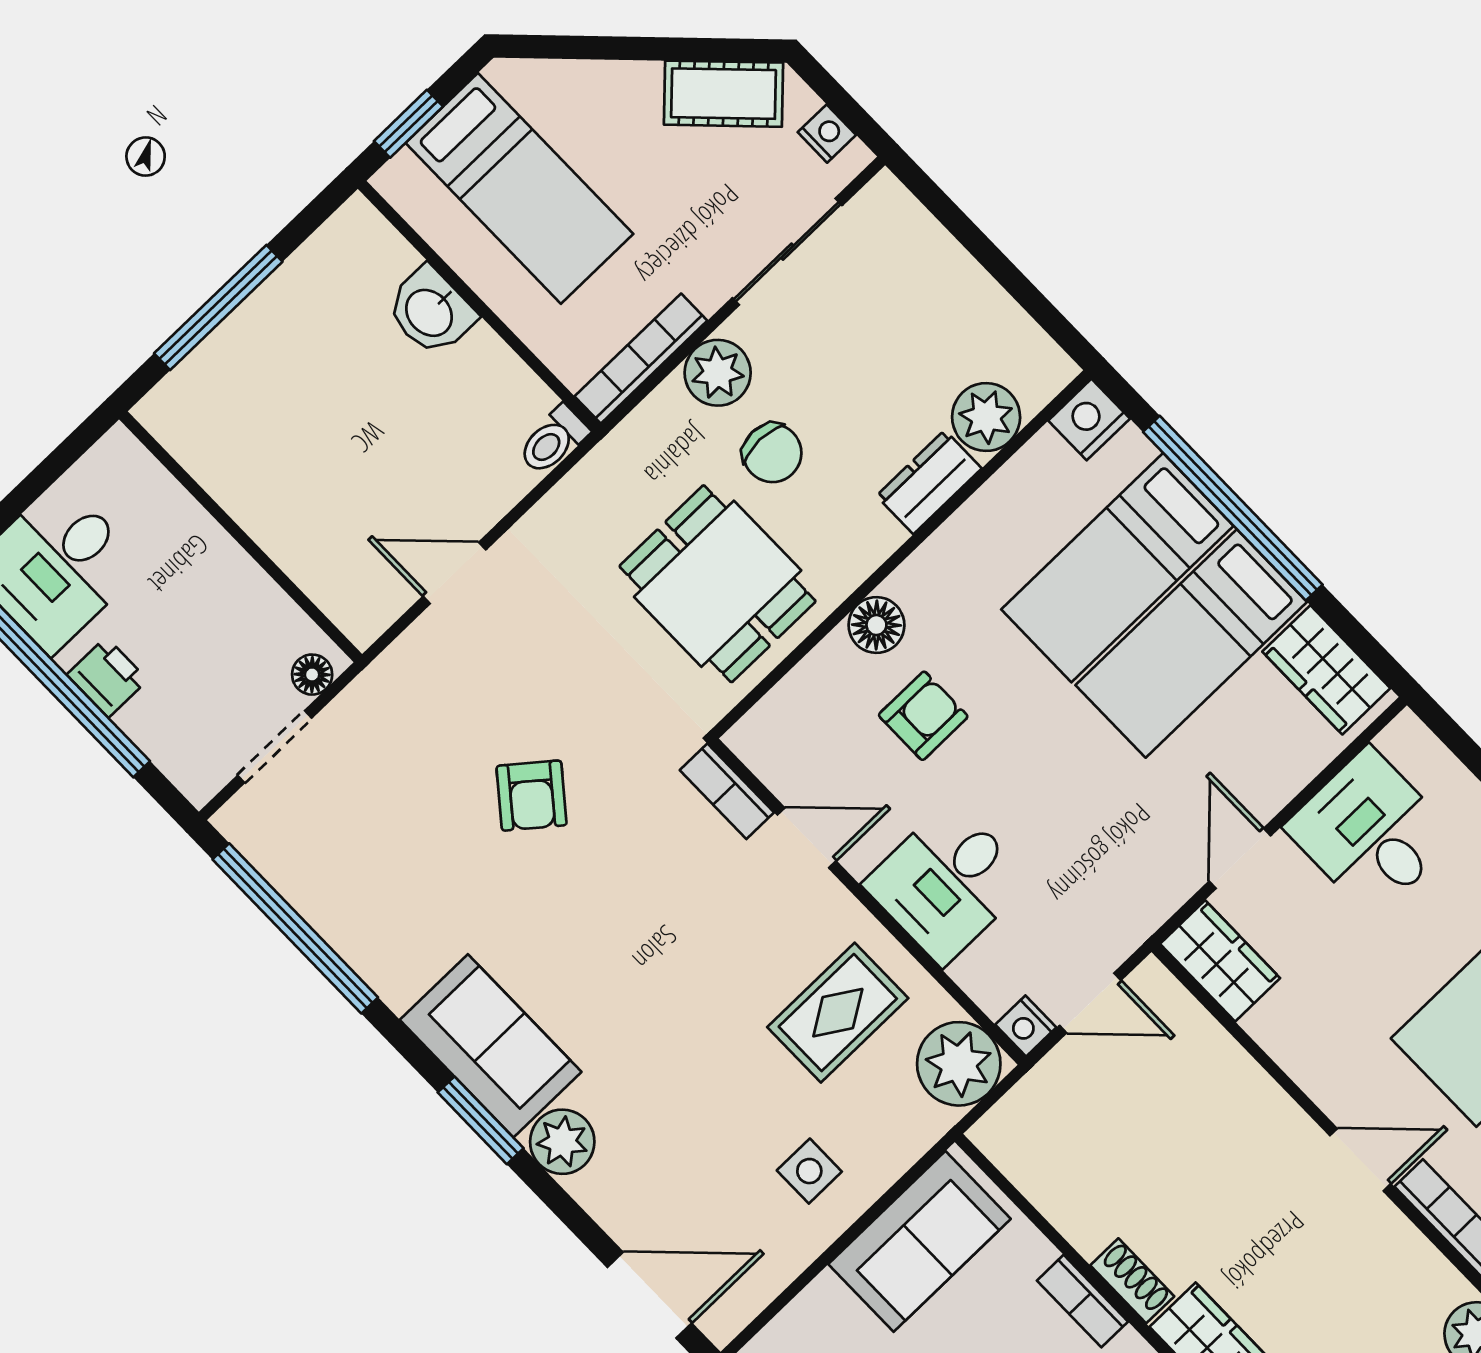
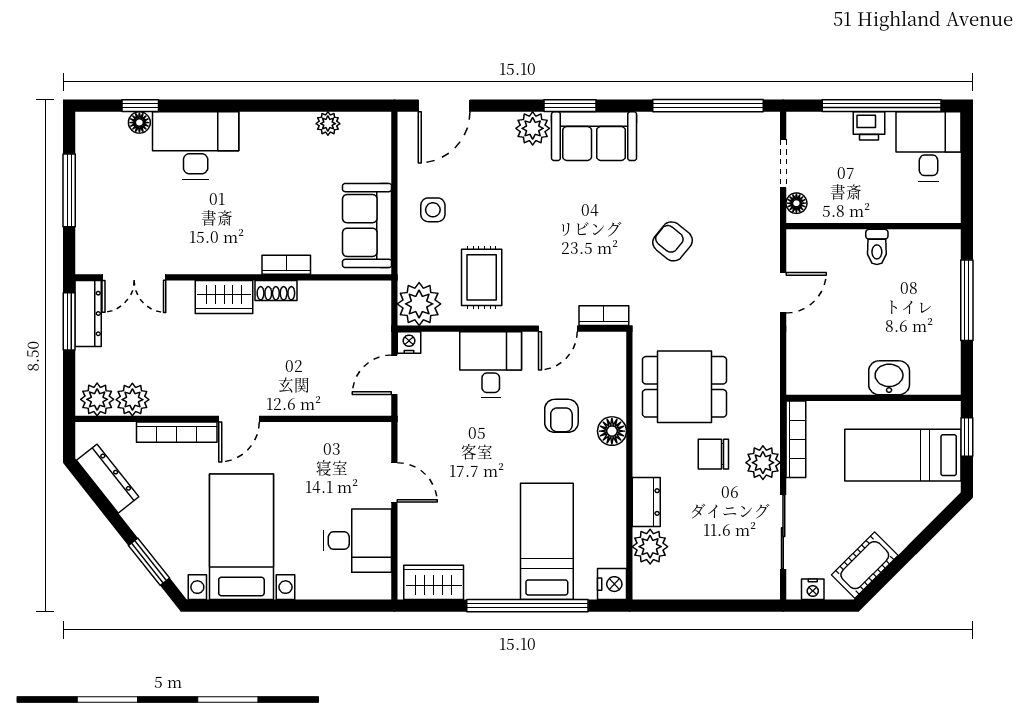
toilet: (553, 440) -> (877, 247), moved, turned 180
bed: (1191, 644) -> (492, 542), removed
wardrobe: (1220, 961) -> (363, 438), removed

